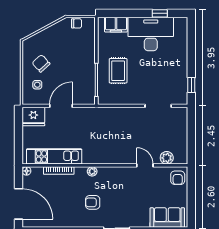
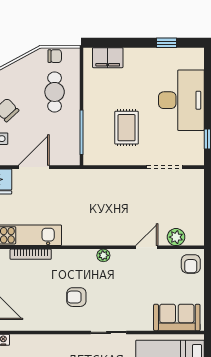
desk: (151, 34) -> (181, 100), moved, turned 90
cafe table: (76, 50) -> (55, 92), added
rug: (118, 71) -> (127, 128), moved
door: (145, 165) -> (147, 247), hinge flipped
plant: (92, 171) -> (103, 255), moved

